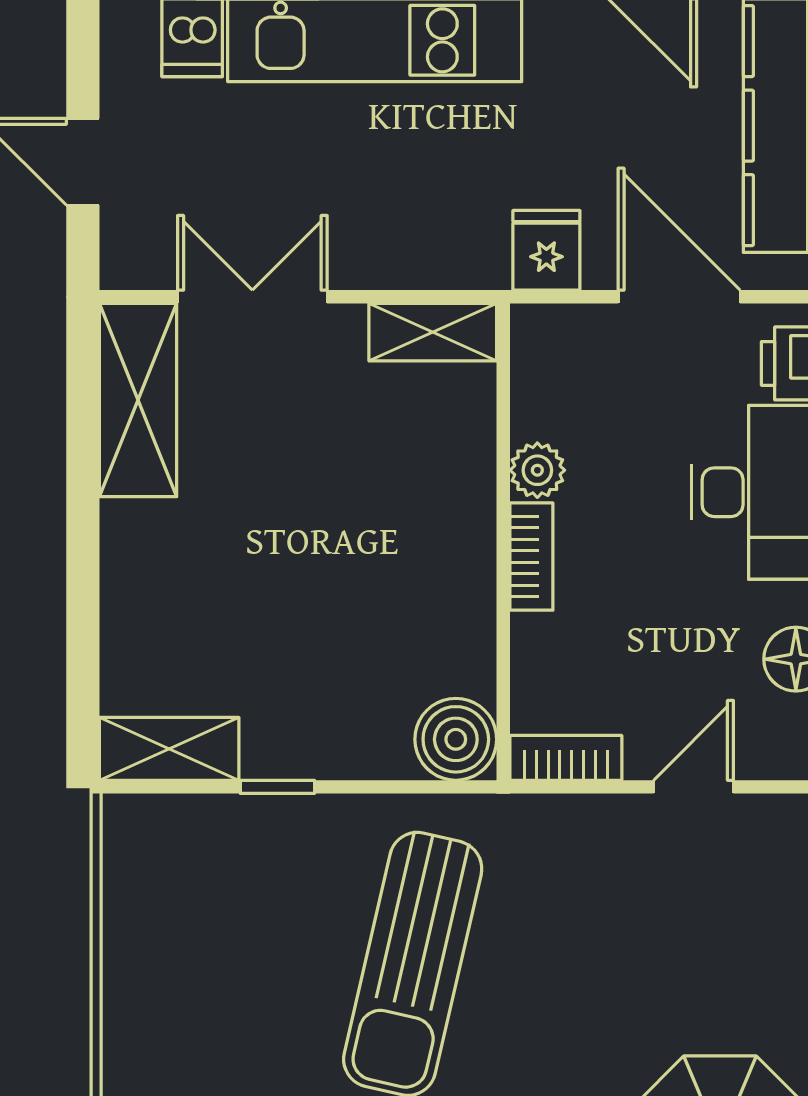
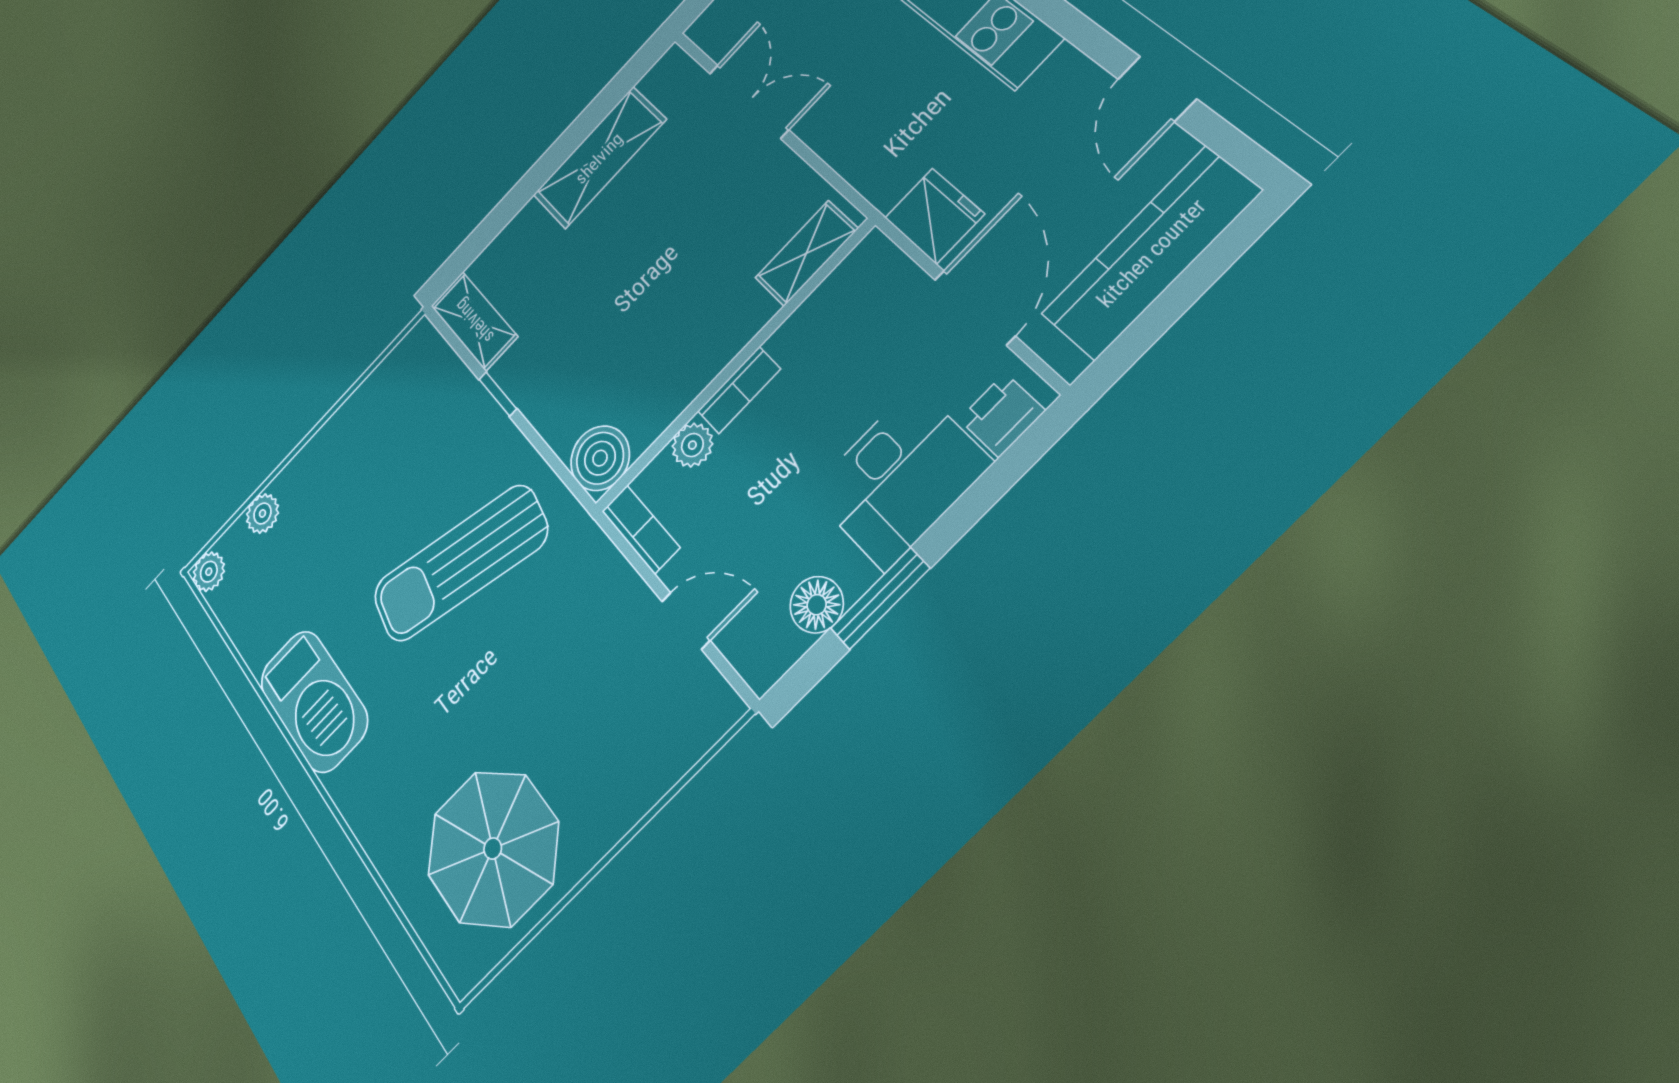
fridge: (546, 250) -> (934, 216), width x1.38
shelving: (433, 332) -> (806, 253), moved, turned 90
shelving: (138, 400) -> (599, 158), moved
plant: (537, 470) -> (692, 445), moved

